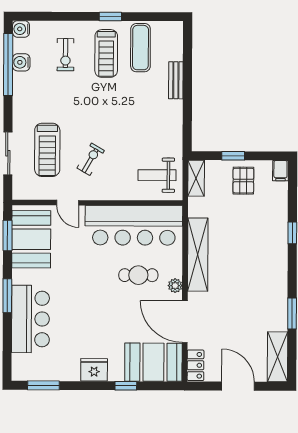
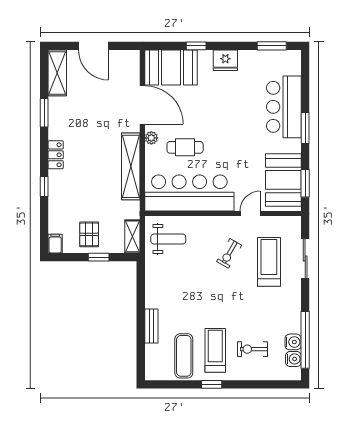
water cooler: (21, 29) -> (293, 359), moved
exercise bike: (65, 55) -> (253, 349), turned -90
door: (68, 203) -> (250, 214), hinge flipped
locker: (196, 365) -> (56, 155), moved, turned 180

